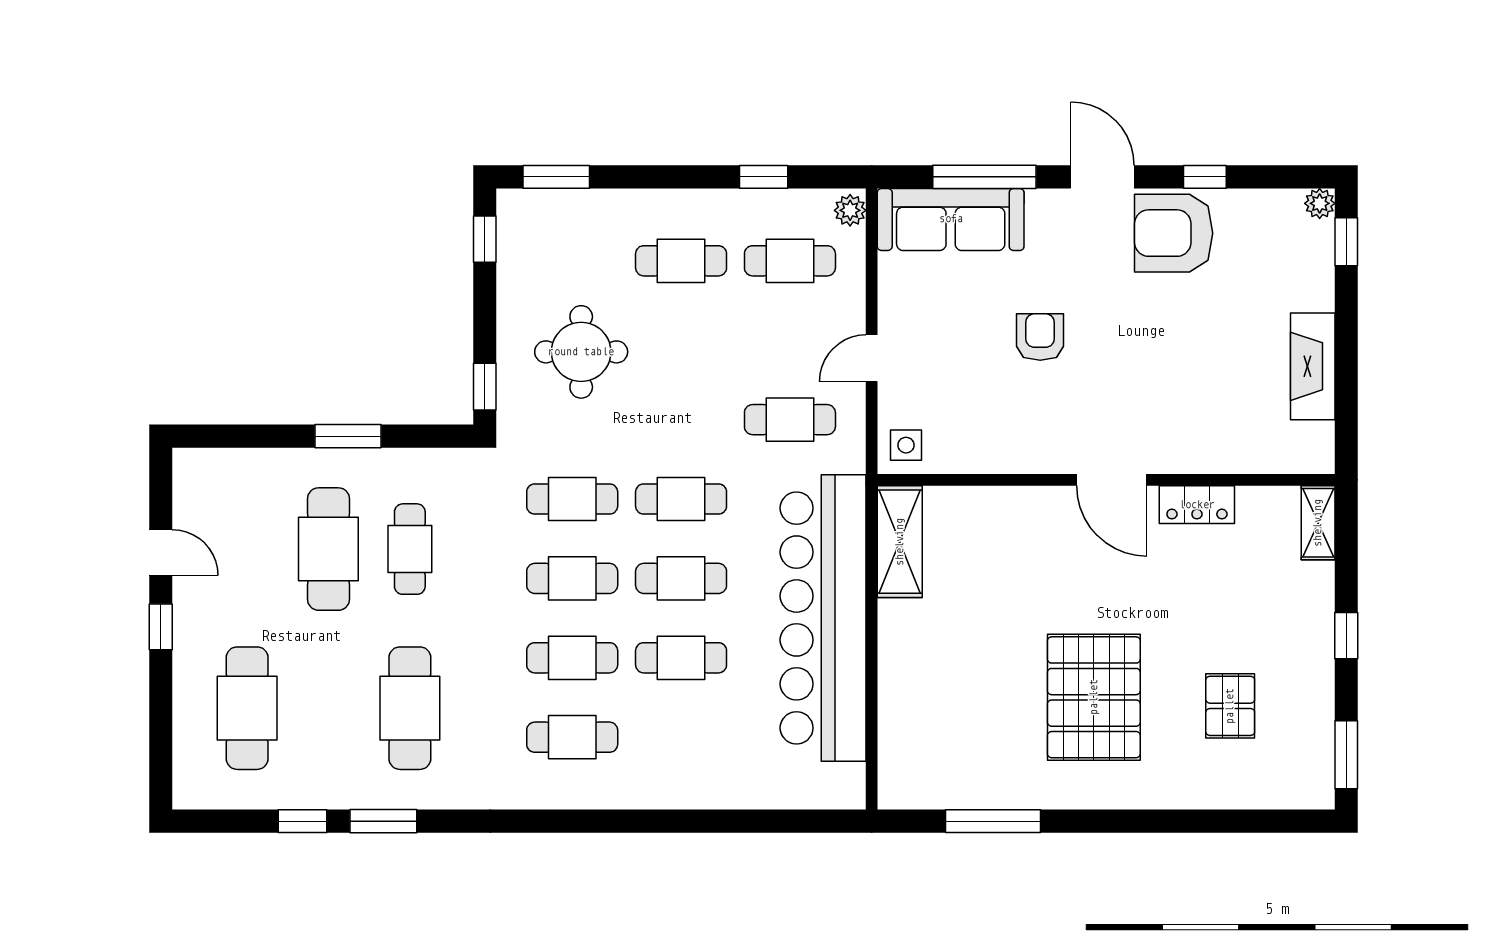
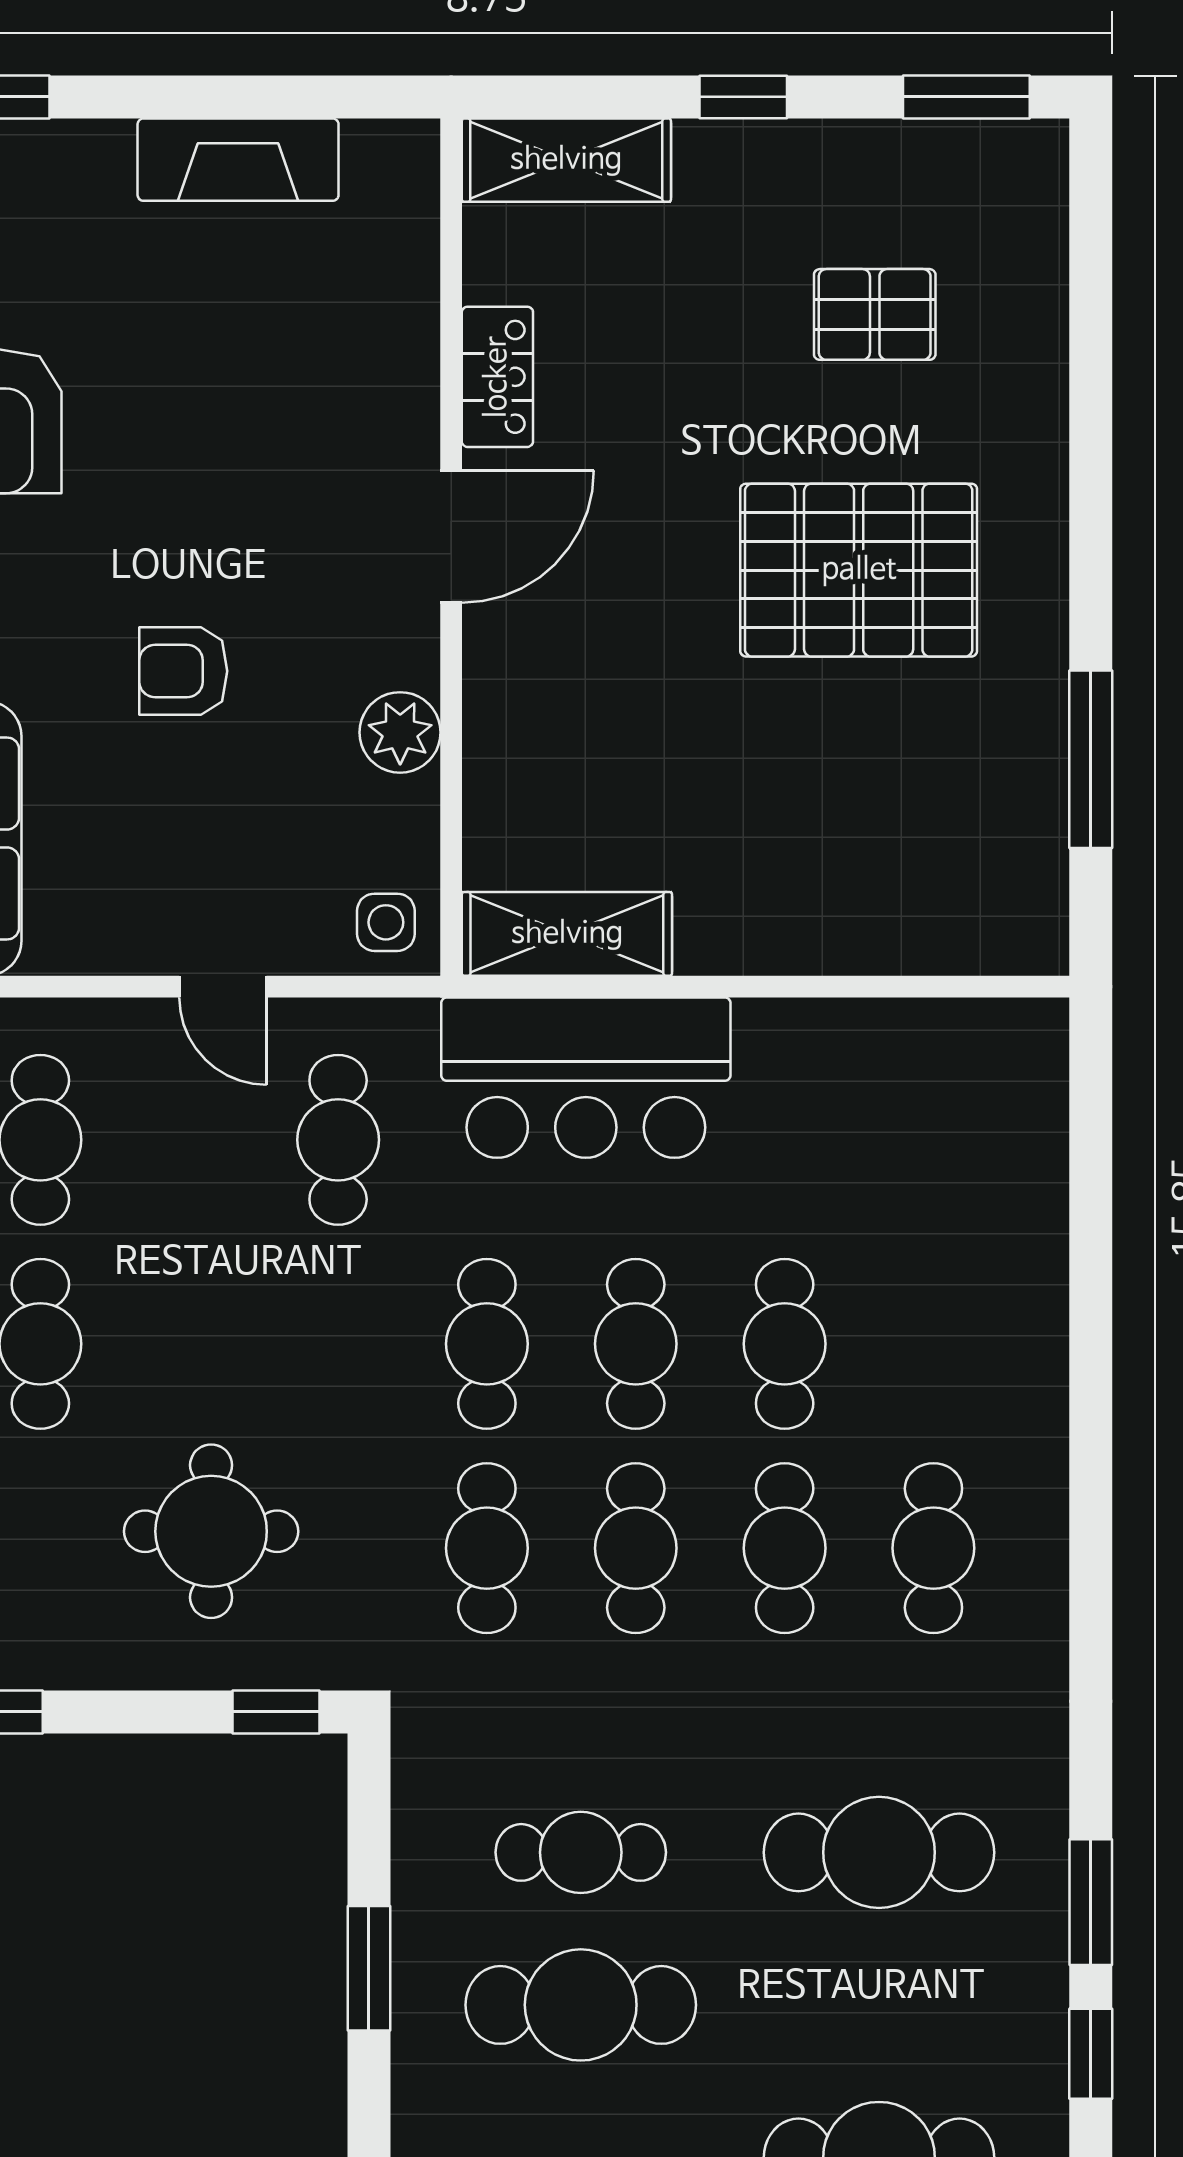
plant: (1007, 453) -> (400, 732), added
shelving: (1318, 523) -> (566, 160), width x1.50, depth x1.33
bar counter: (823, 618) -> (586, 1078), width x0.54

